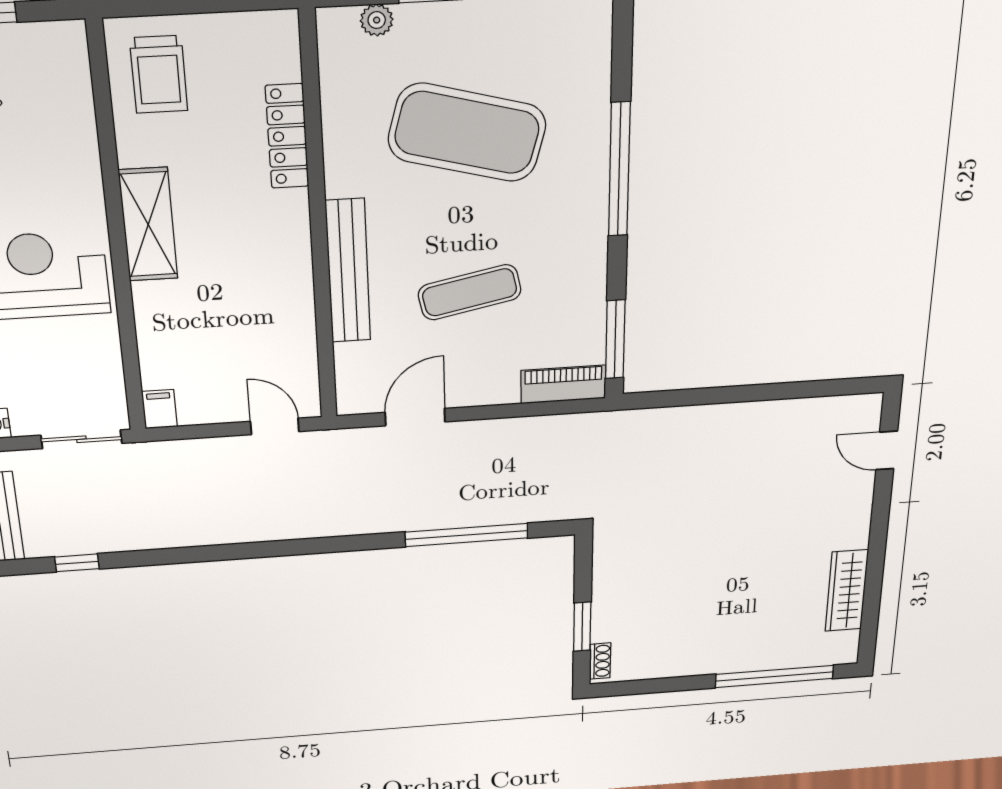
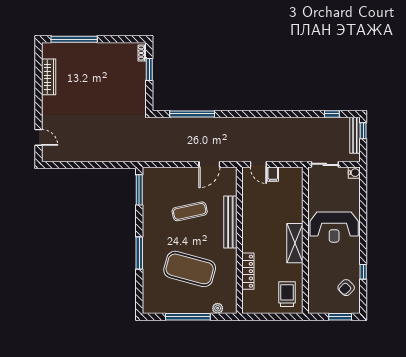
window: (619, 170) -> (139, 253), width x0.68
piano: (563, 384) -> (157, 173), removed
filing cabinet: (159, 409) -> (273, 174), moved

